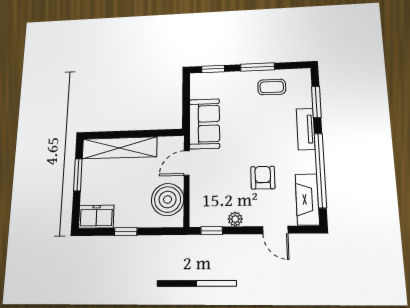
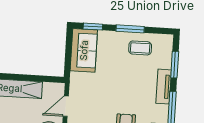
sofa: (204, 124) -> (84, 50), moved

